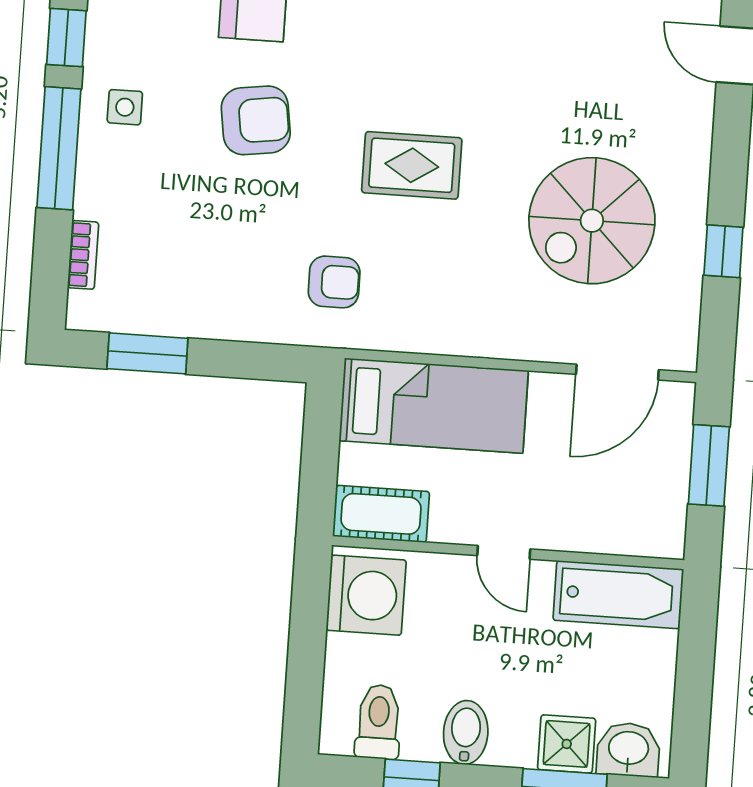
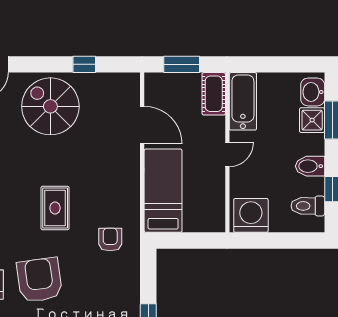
armchair: (256, 120) -> (40, 280), width x1.36, depth x1.36
spiral stairs: (592, 221) -> (50, 106), moved, turned 180
door: (617, 372) -> (142, 125), moved
cot: (381, 514) -> (214, 94), moved

